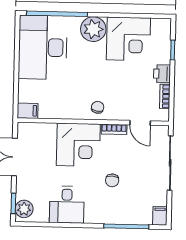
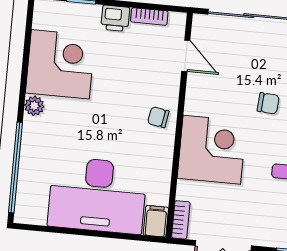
plant: (93, 29) -> (34, 106), width x0.53, depth x0.53
desk: (43, 47) -> (97, 195), moved
door: (140, 123) -> (186, 56), hinge flipped
bookcase: (114, 129) -> (181, 220), moved

